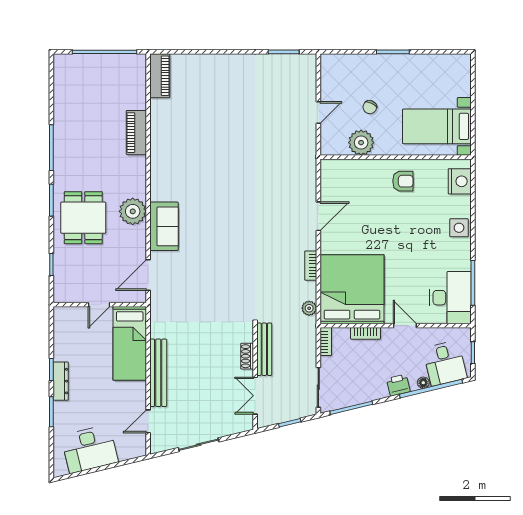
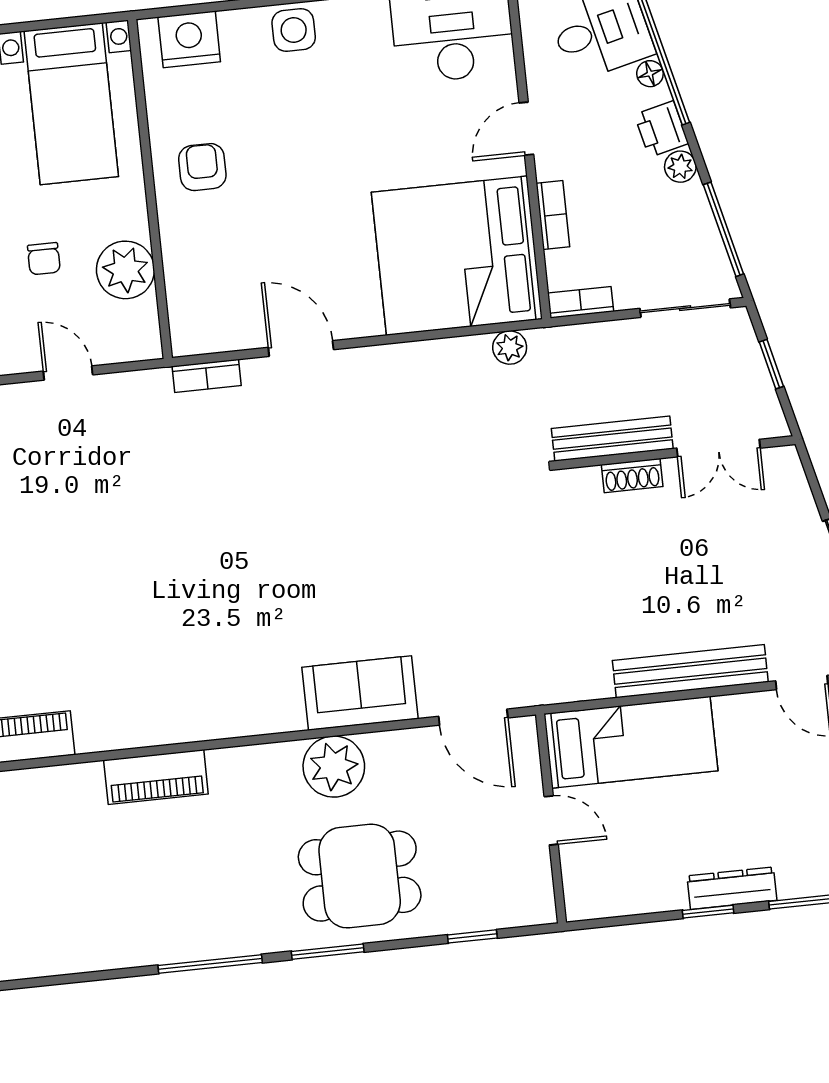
chair: (370, 107) -> (44, 259), turned 65
bookcase: (311, 266) -> (207, 376), moved
plant: (381, 392) -> (680, 167), added

